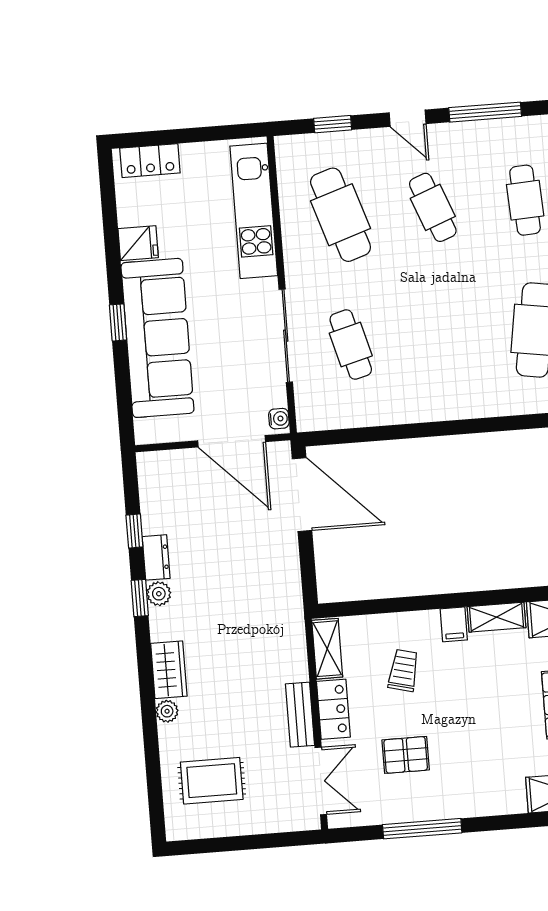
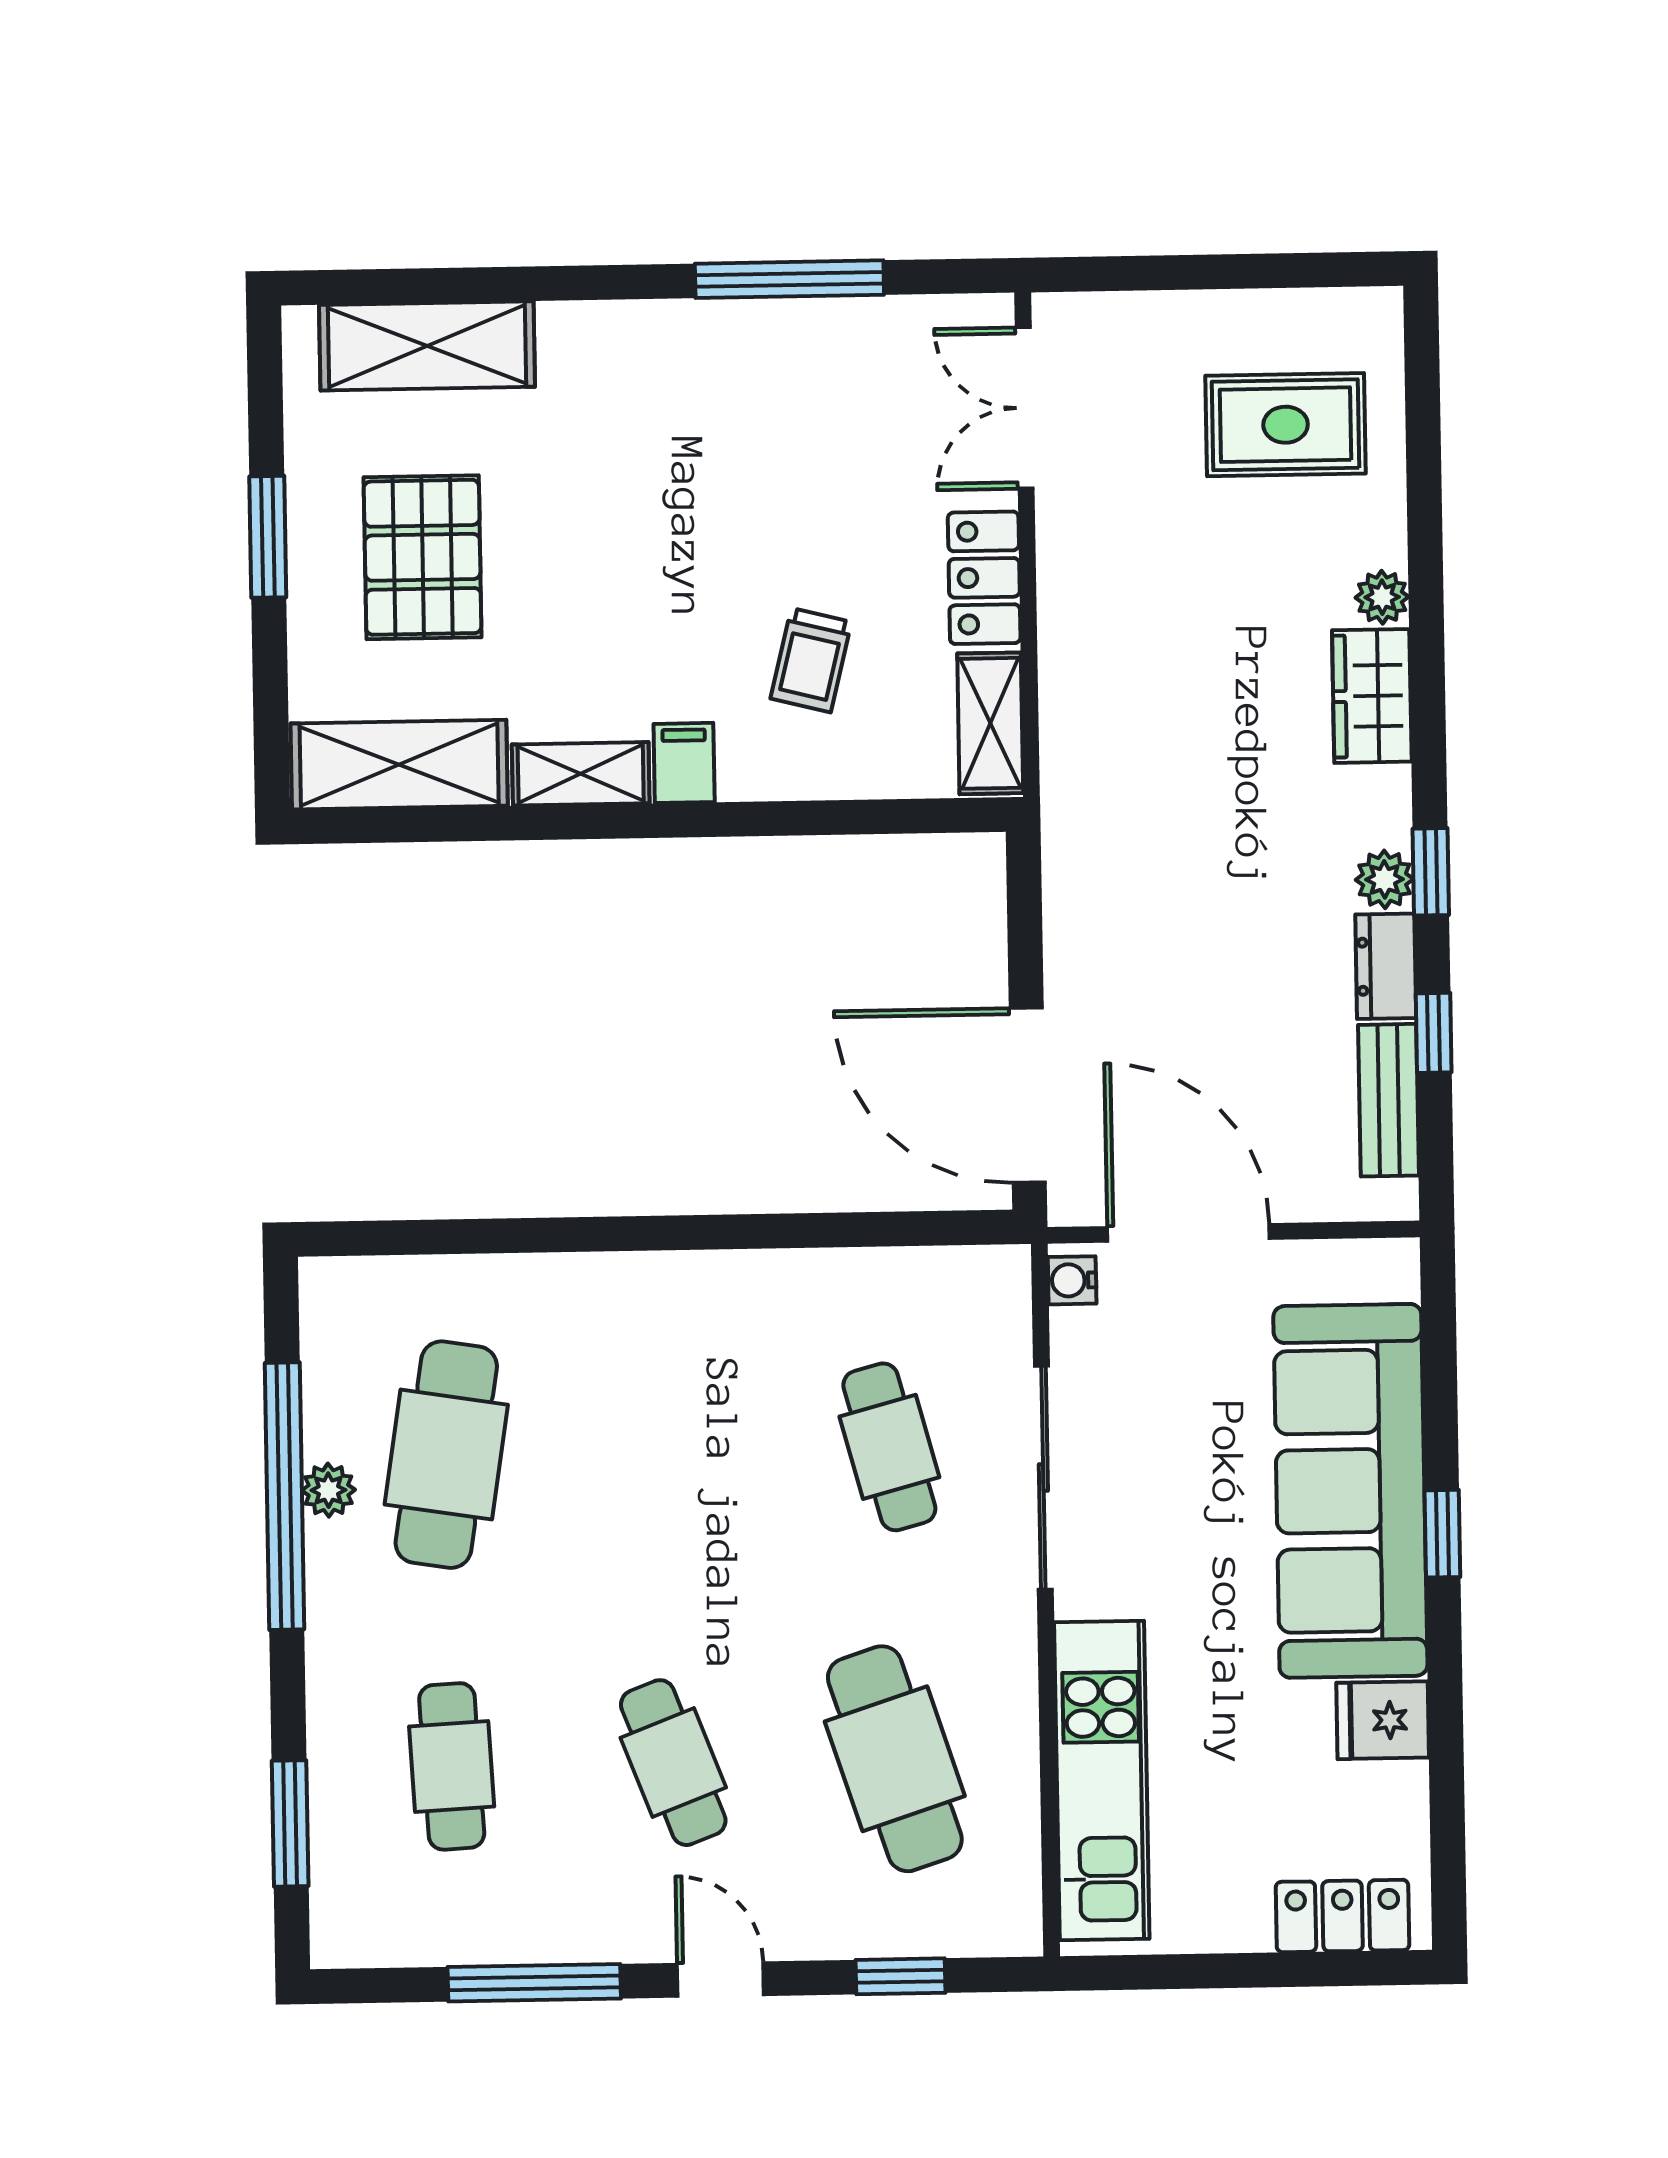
bench: (300, 715) -> (1388, 1100), moved
pallet: (406, 755) -> (818, 458), removed

